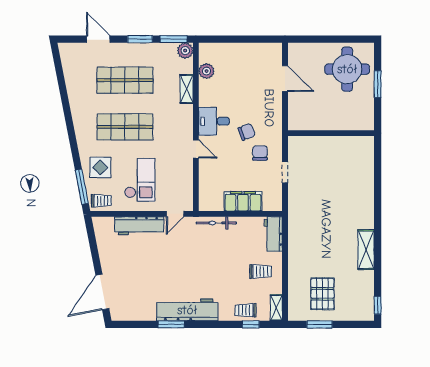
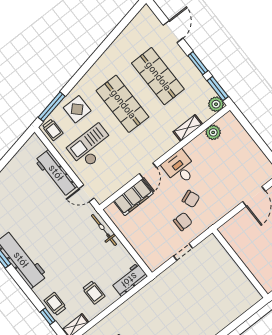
checkout: (140, 180) -> (91, 146), turned 180
filing cabinet: (243, 201) -> (133, 197), moved, turned 90

